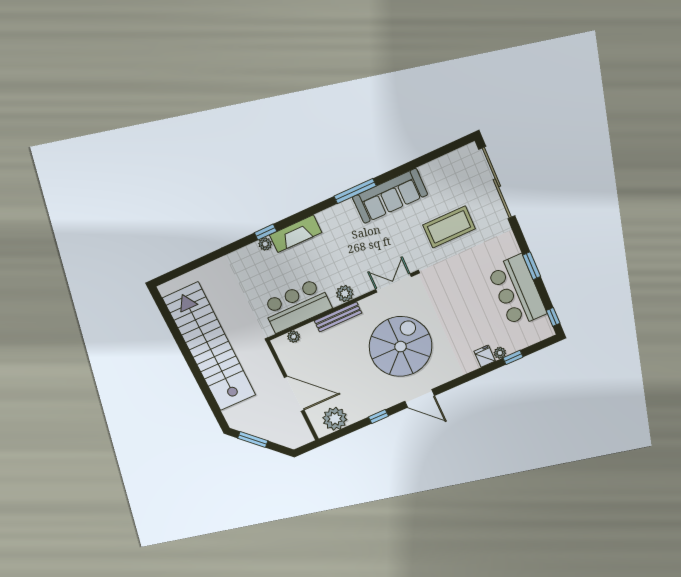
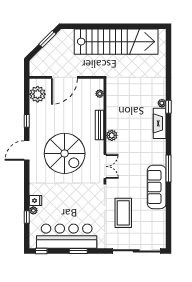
bar counter: (517, 291) -> (67, 236), width x1.36
bar counter: (297, 306) -> (117, 104), removed

